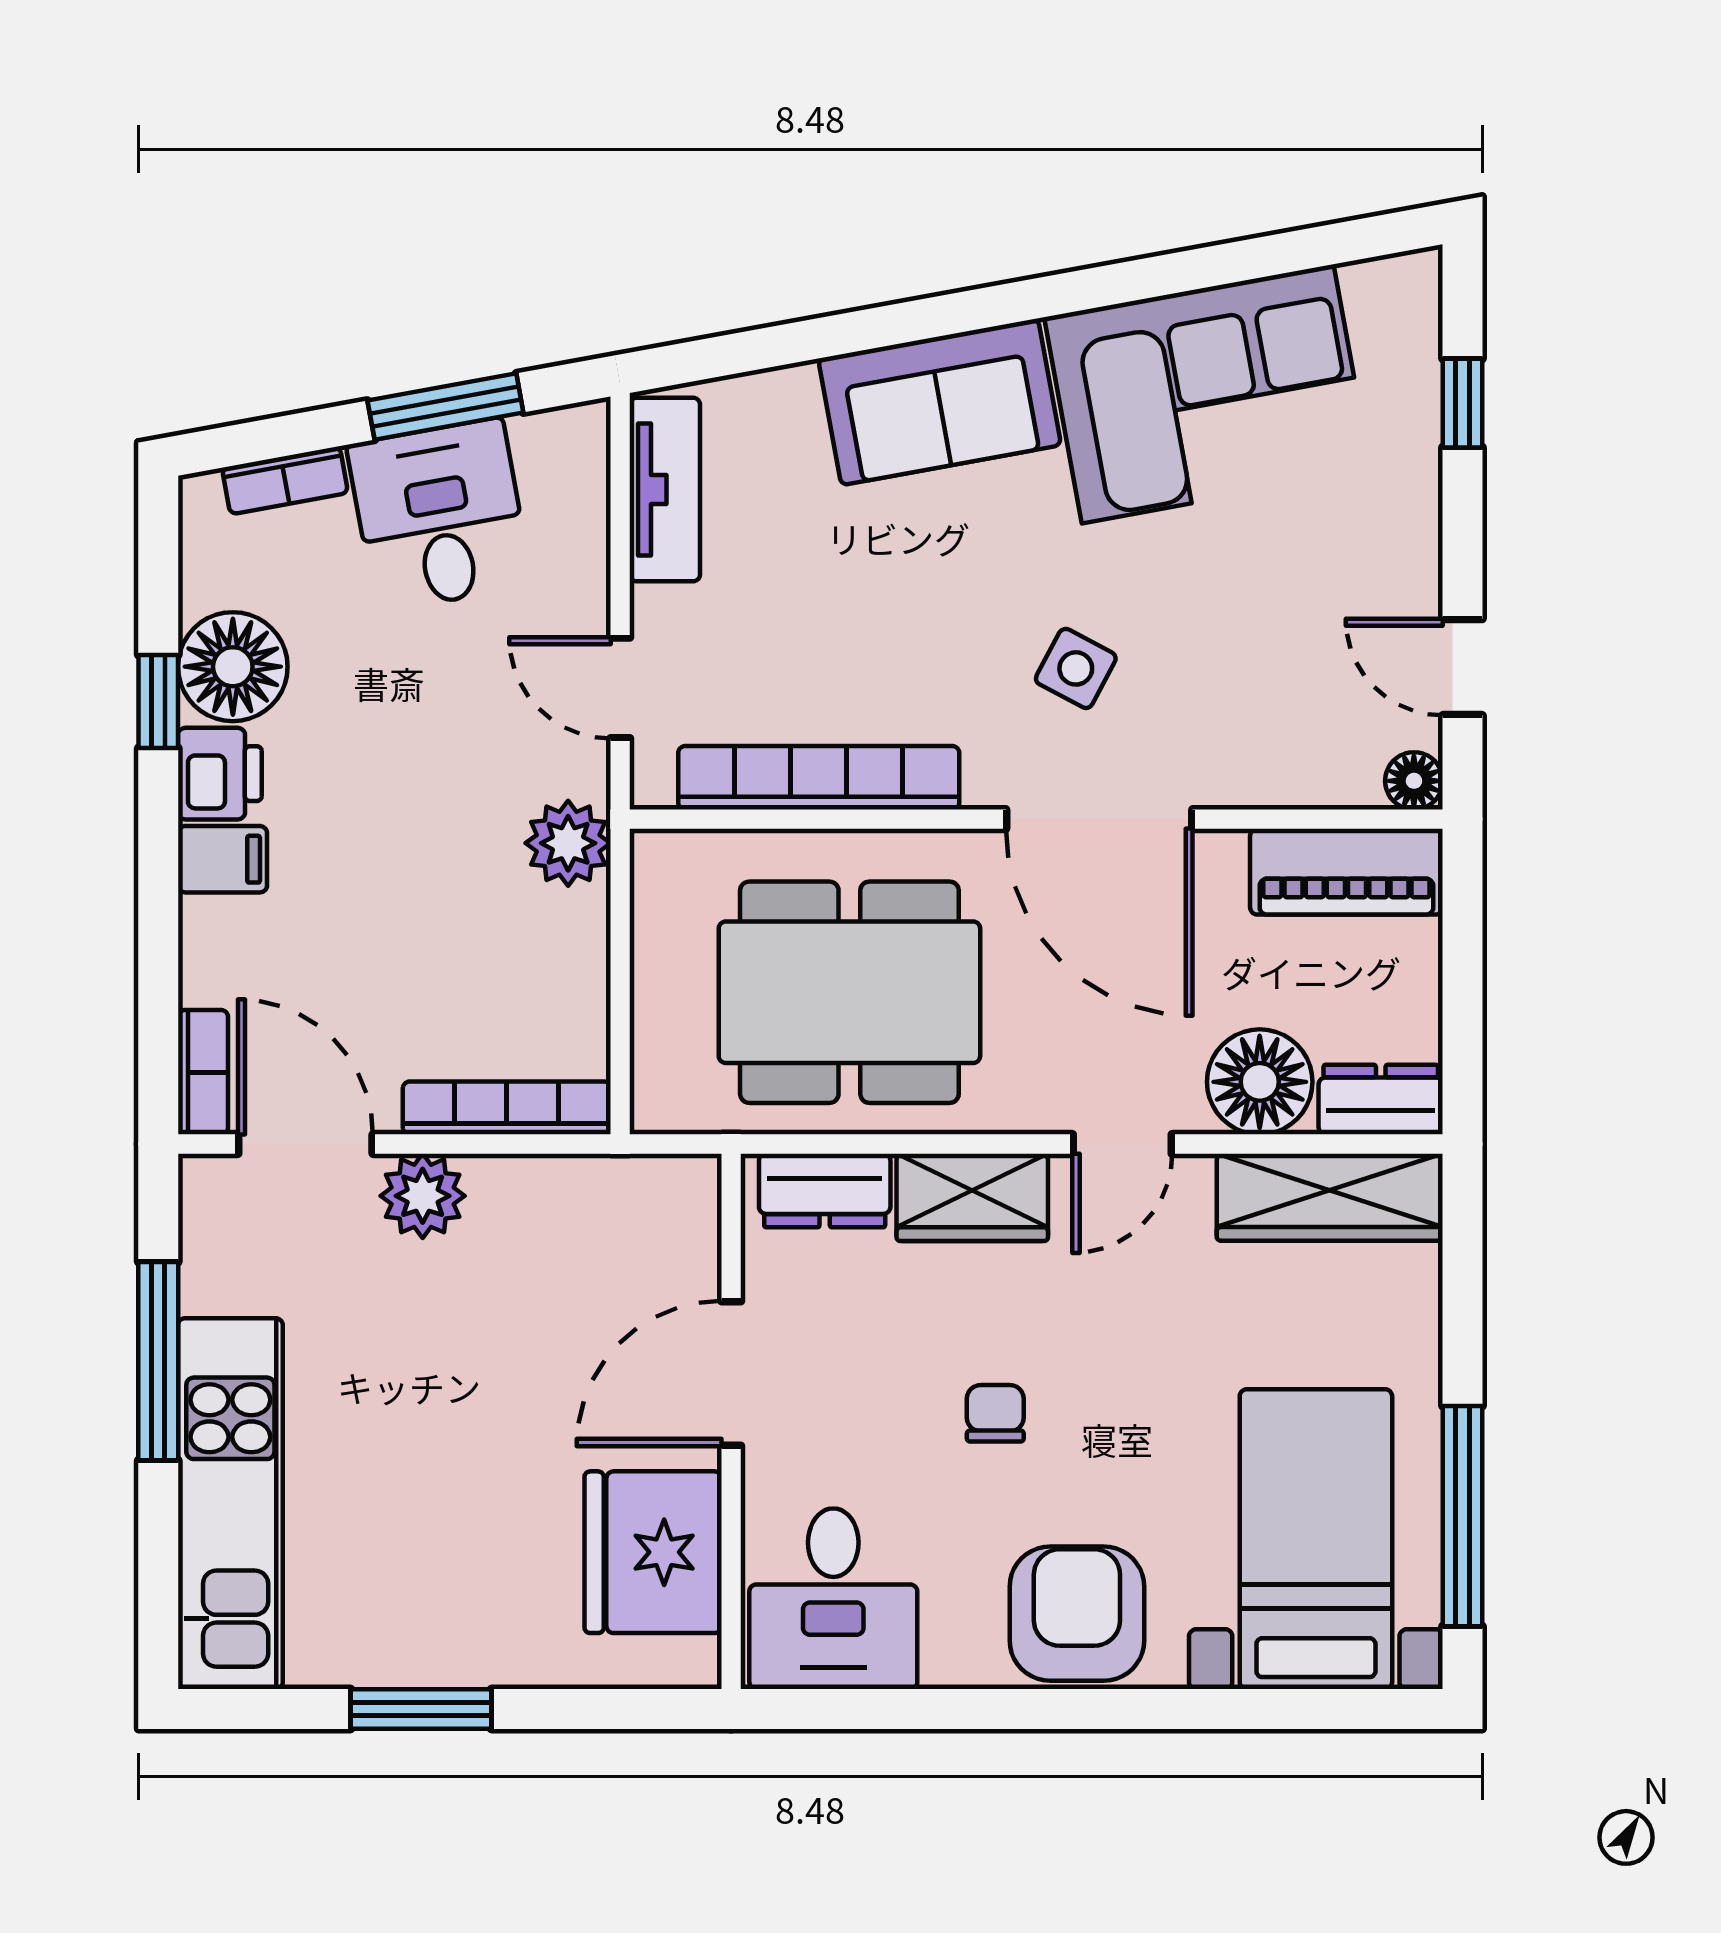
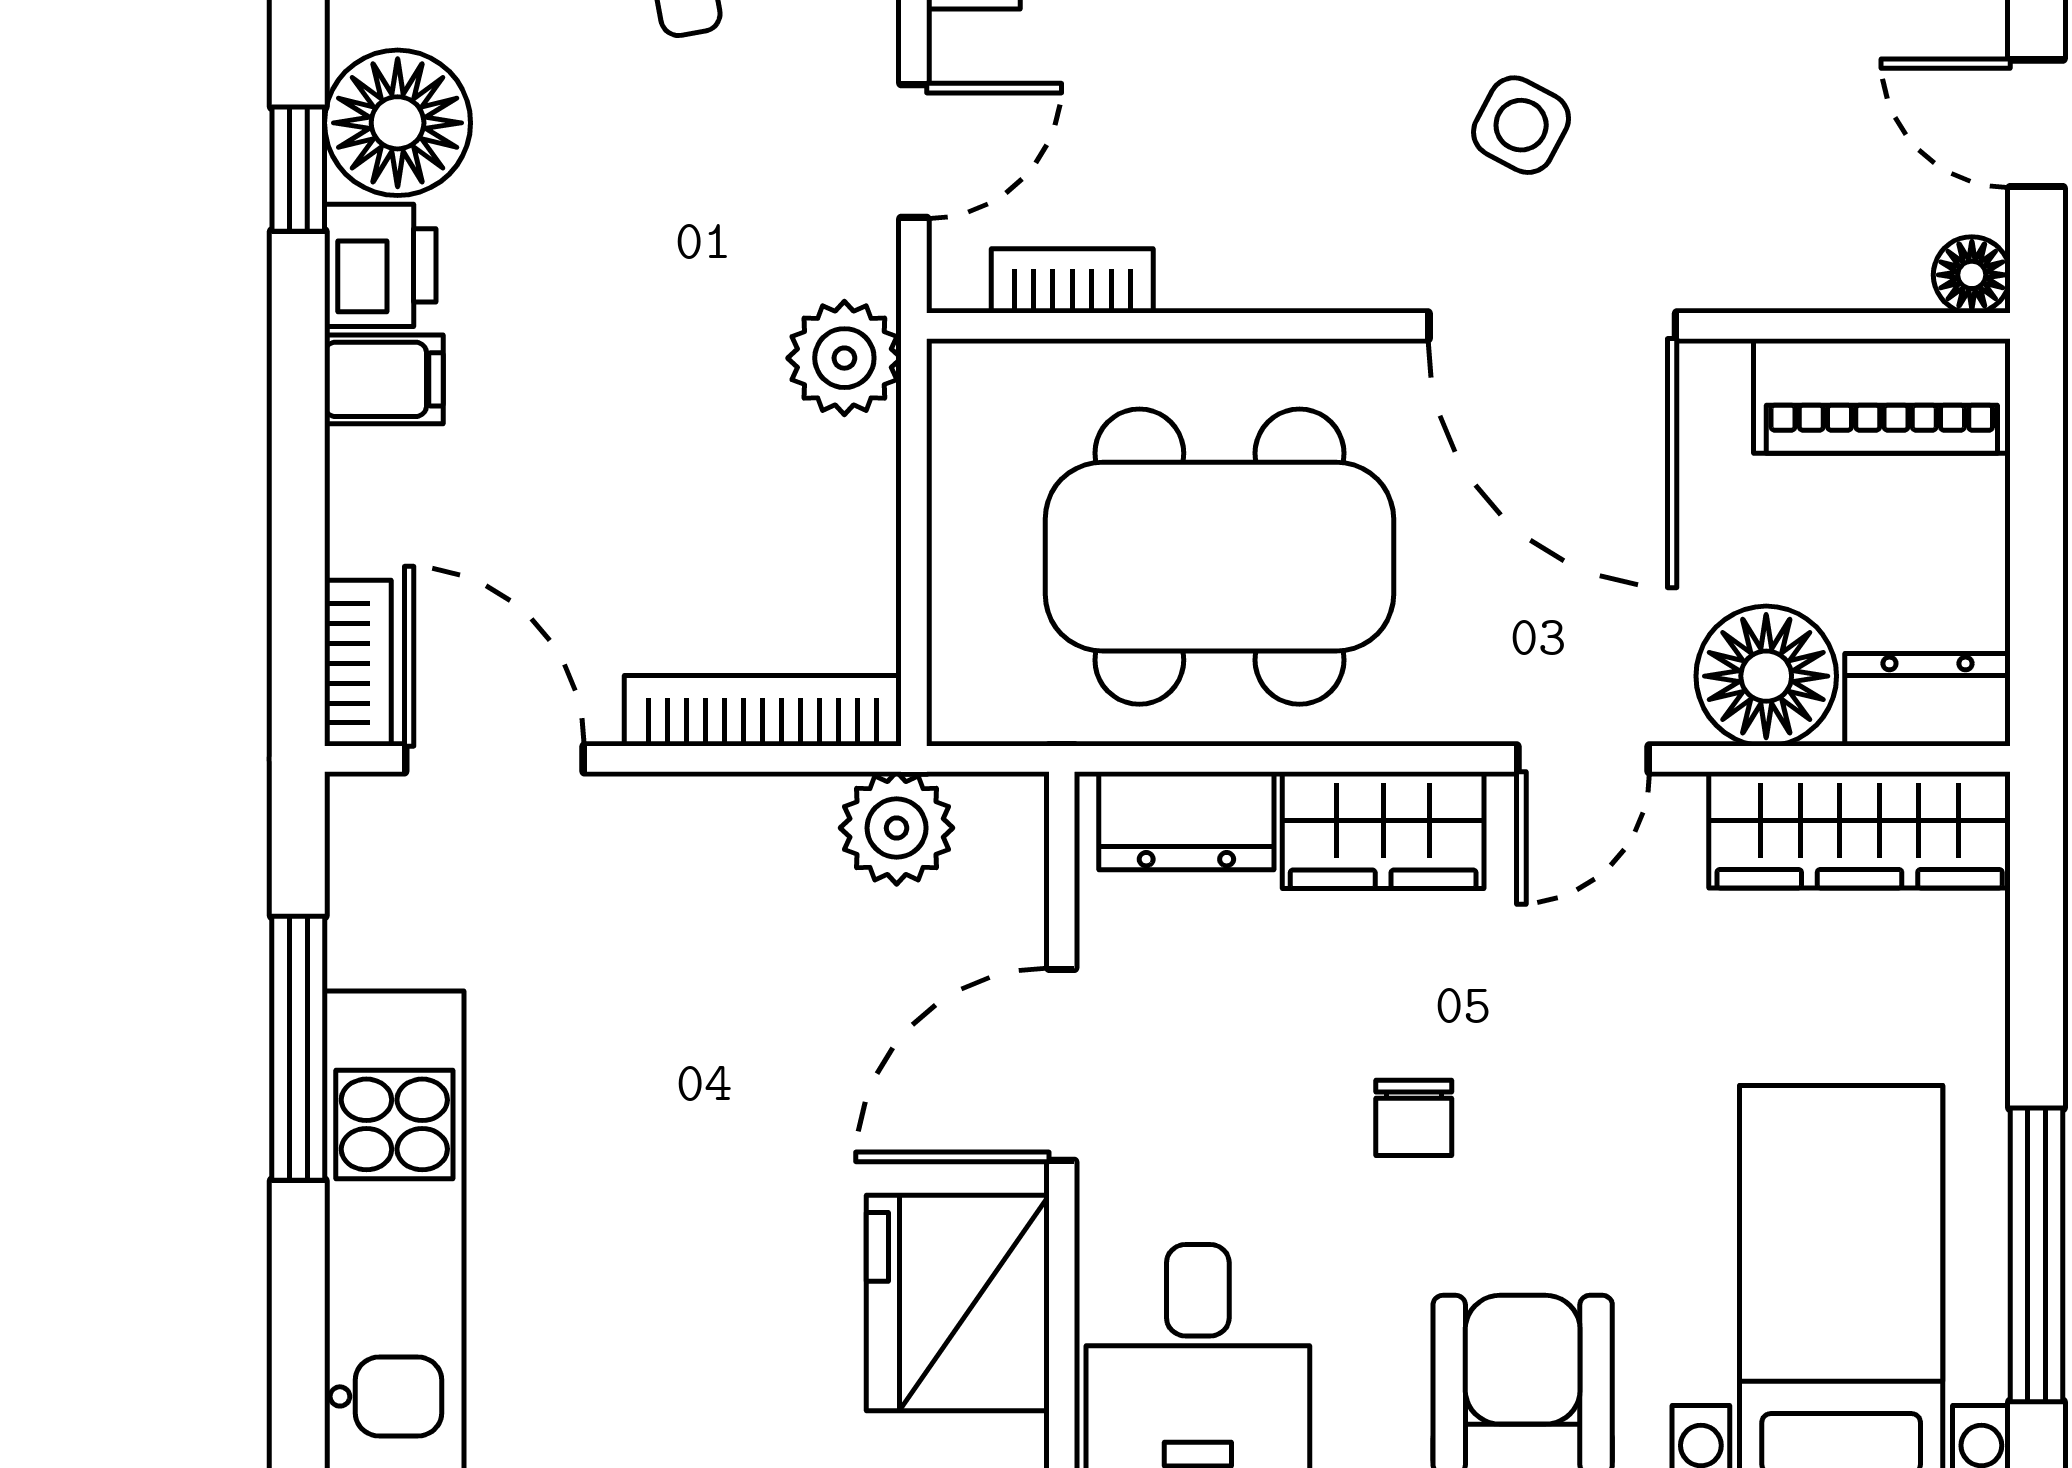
door: (620, 688) -> (914, 151), swing flipped
bookcase: (819, 778) -> (1072, 281), width x0.43, depth x0.76
plant: (423, 1196) -> (897, 828), moved
chair: (995, 1413) -> (1414, 1118), turned 180

